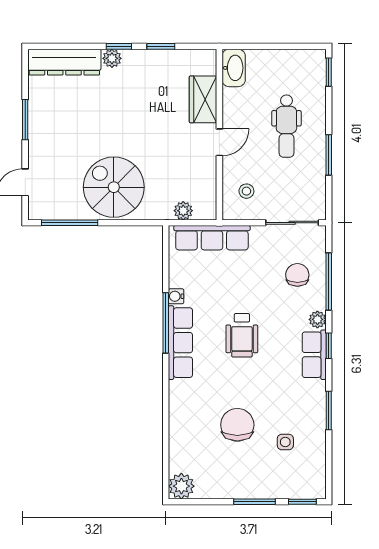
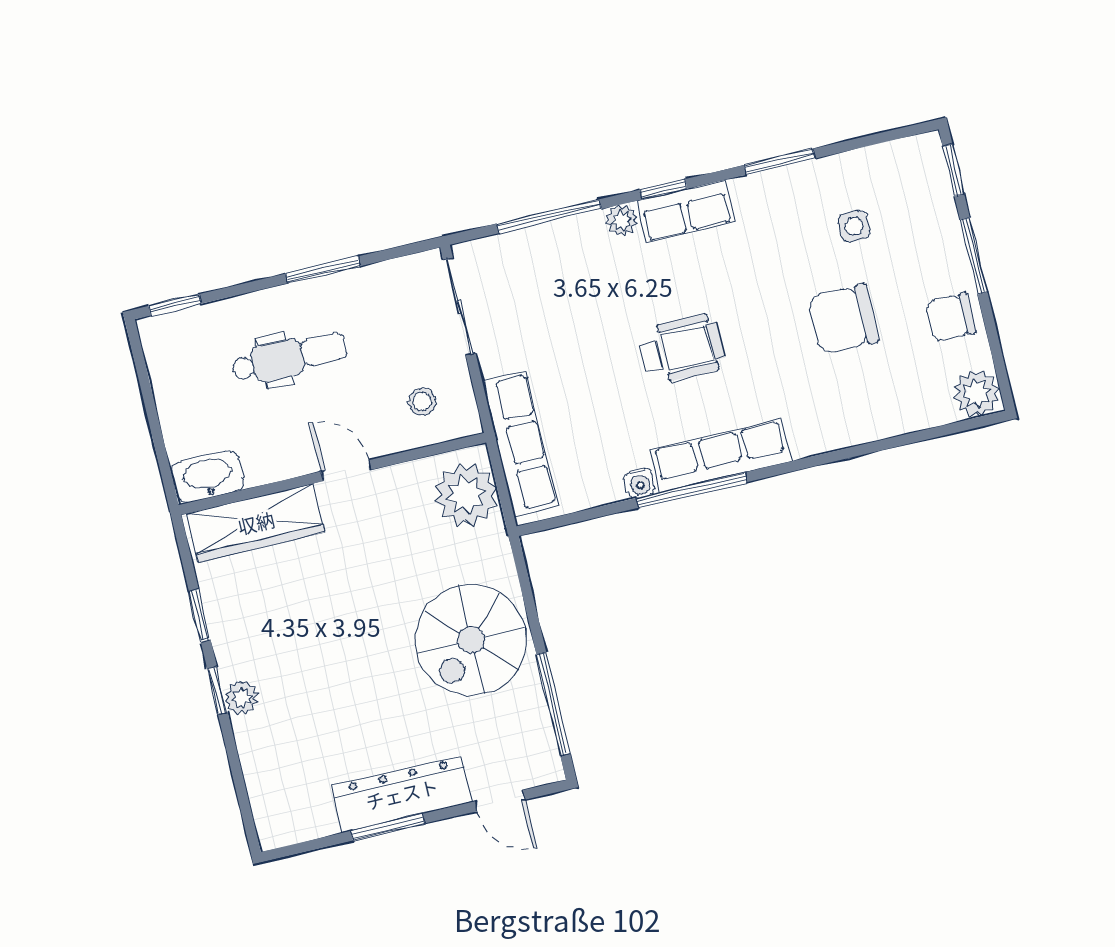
dresser: (64, 62) -> (402, 794), moved, turned -90
wardrobe: (203, 99) -> (256, 523), width x1.50
plant: (183, 211) -> (466, 495), width x1.88, depth x1.88
chair: (297, 275) -> (951, 317), moved

